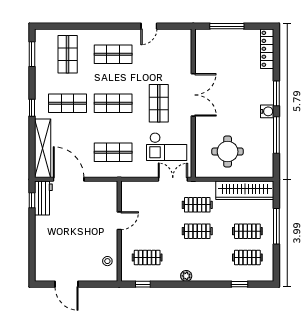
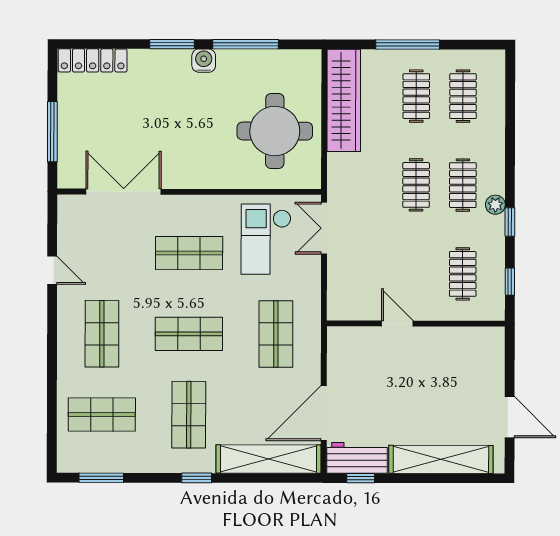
double door: (193, 95) -> (124, 192), moved
shop shelf: (113, 103) -> (189, 334), turned 90
checkout: (167, 147) -> (266, 239), turned 180
round table: (228, 152) -> (275, 131), width x1.36, depth x1.36
clothes rail: (197, 205) -> (463, 185), moved
shelving: (43, 245) -> (441, 459), added
stool: (107, 261) -> (469, 345), removed
door: (67, 284) -> (510, 417), hinge flipped
window: (240, 284) -> (510, 222), moved

